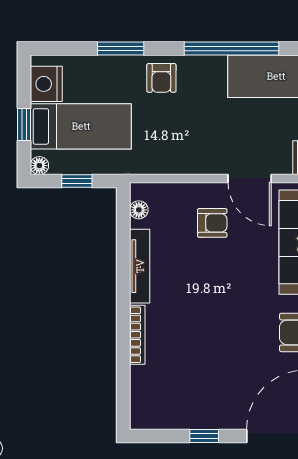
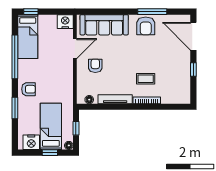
coffee table: (184, 332) -> (146, 79), added

